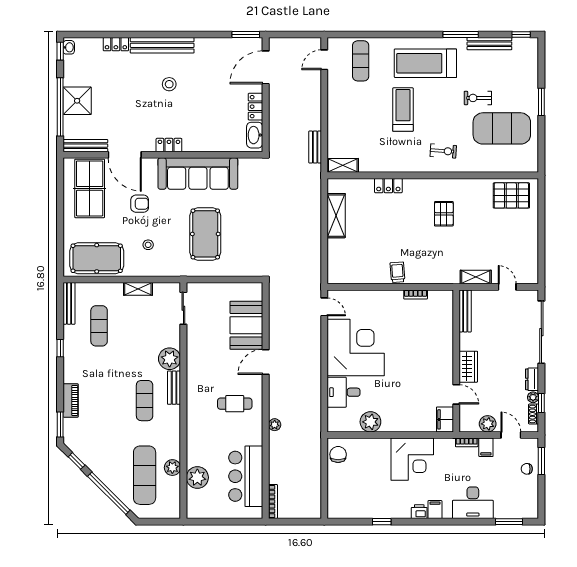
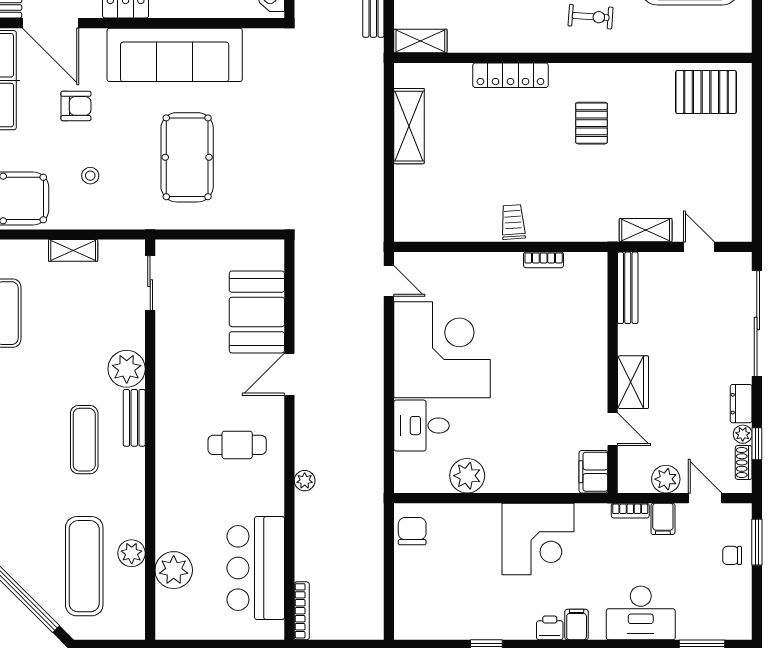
locker: (388, 186) -> (510, 75), width x1.53

